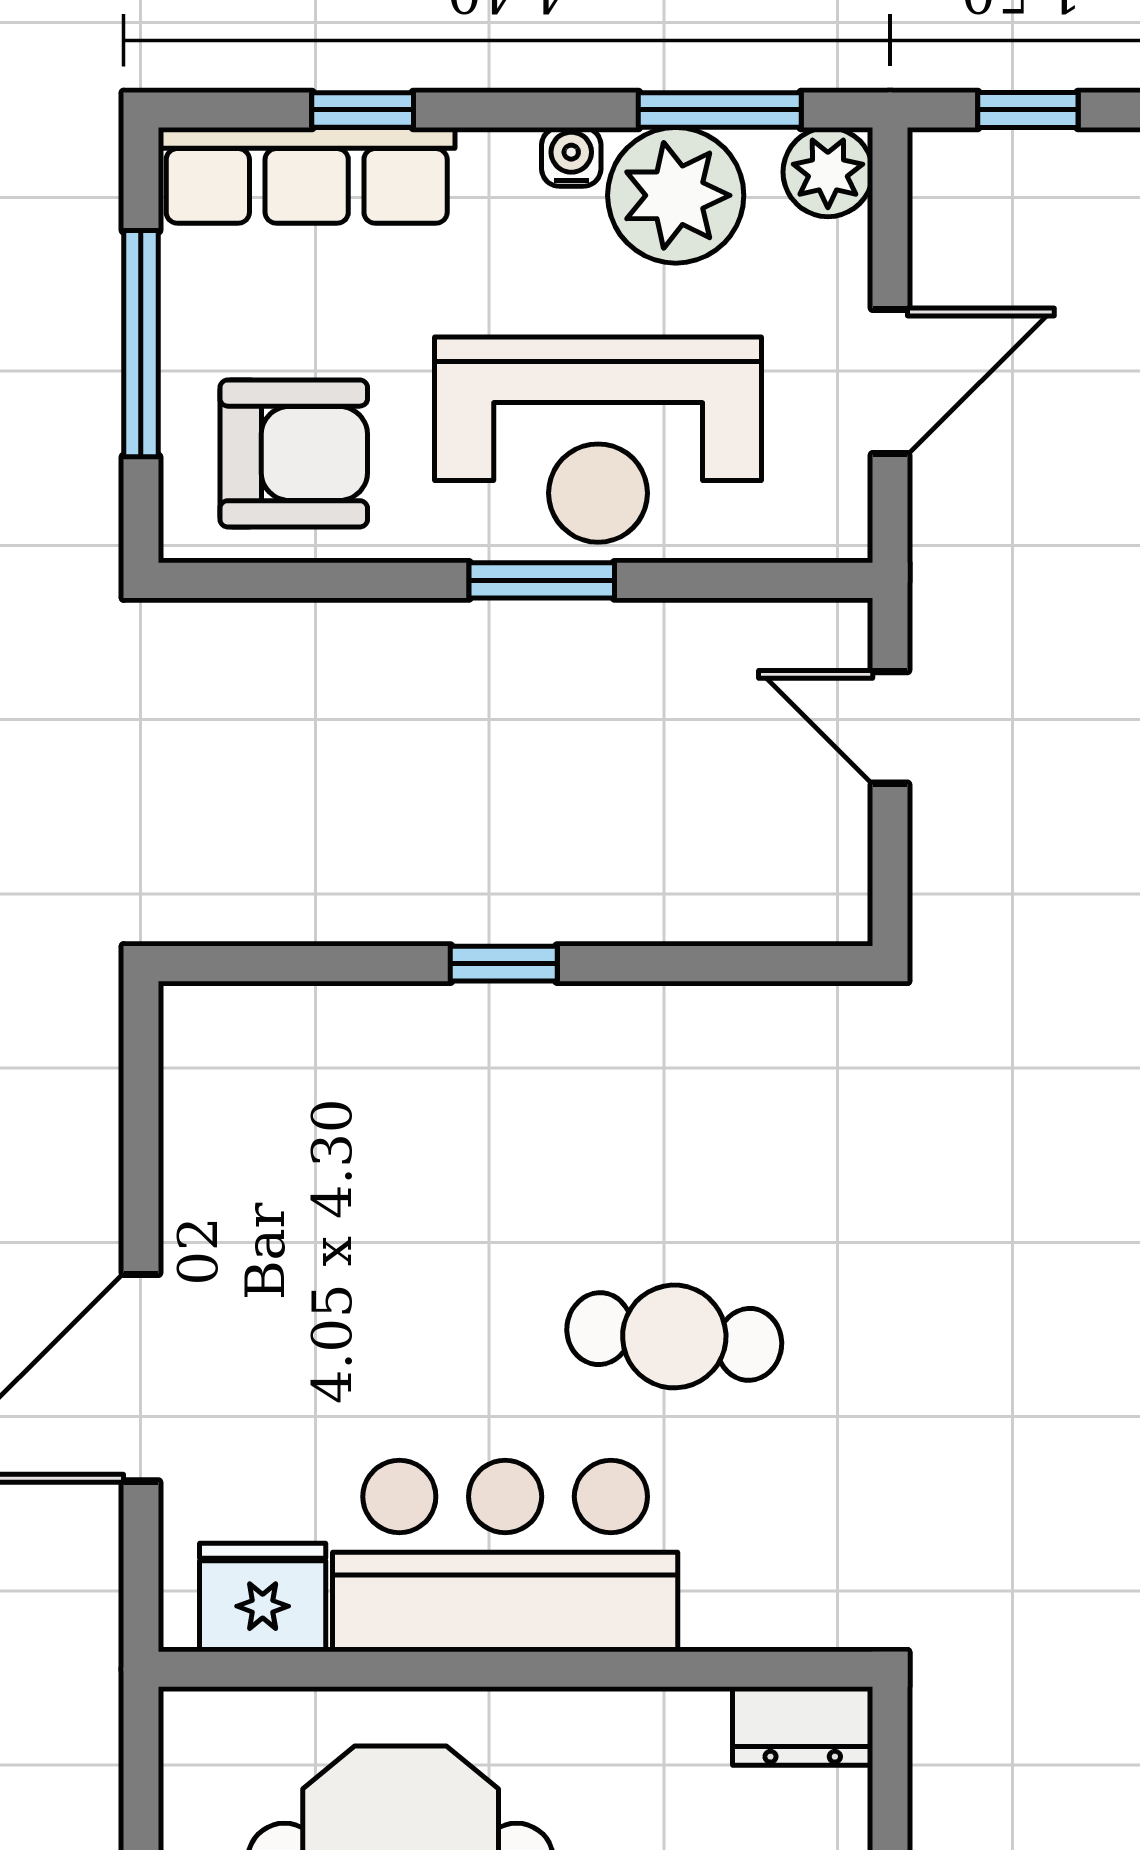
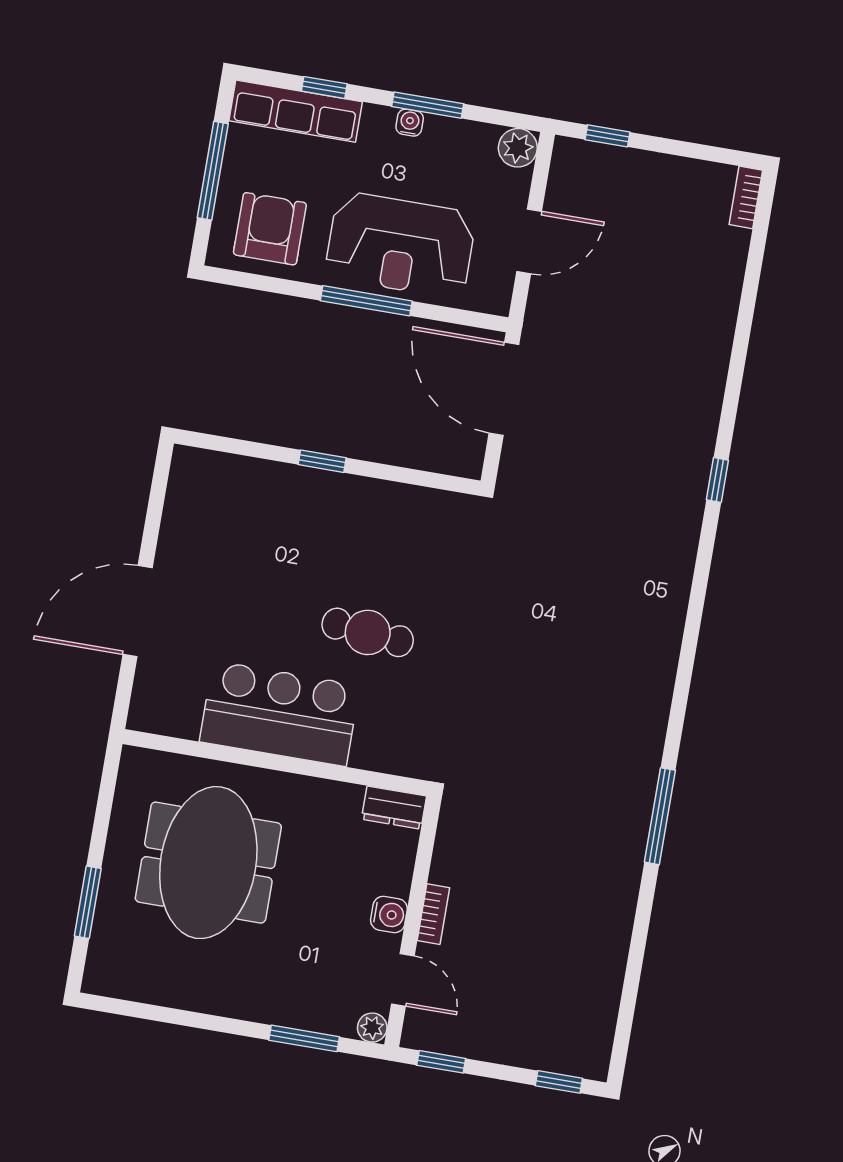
window: (720, 110) -> (428, 105), moved
plant: (676, 195) -> (451, 147), removed
armchair: (294, 453) -> (270, 229), turned -90
window: (542, 580) -> (366, 301), width x1.44
door: (890, 727) -> (504, 389), width x1.88
fridge: (263, 1597) -> (173, 714), removed

